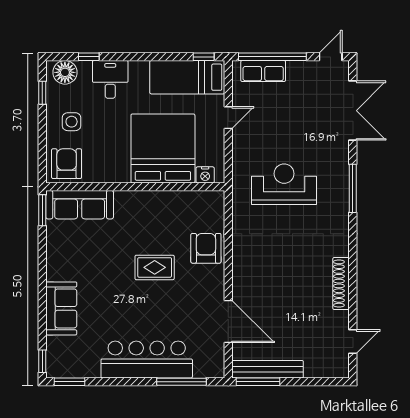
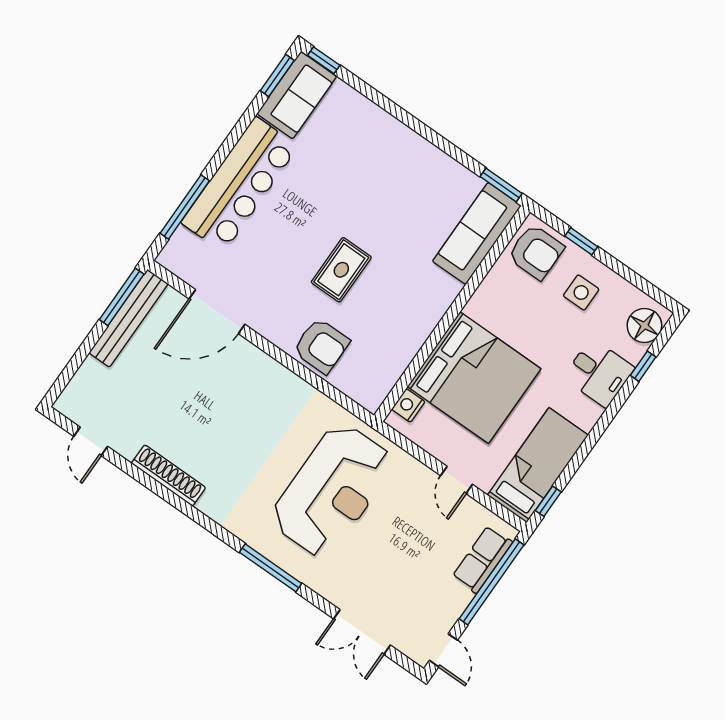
window: (42, 93) -> (581, 241), moved
double door: (353, 111) -> (362, 632), width x0.73
reception desk: (284, 184) -> (332, 490), width x1.36, depth x1.30
sofa: (61, 308) -> (297, 95), moved, turned -90

